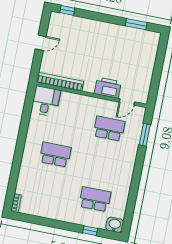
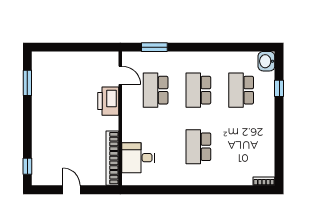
desk: (46, 101) -> (138, 158), moved
school desk: (102, 164) -> (198, 90), added

